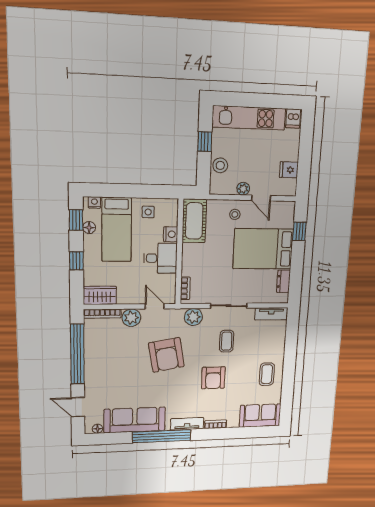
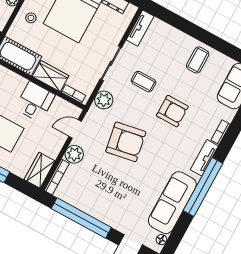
nightstand: (171, 234) -> (19, 82), removed
wardrobe: (191, 260) -> (51, 76), added
coffee table: (267, 374) -> (198, 60), turned 90

